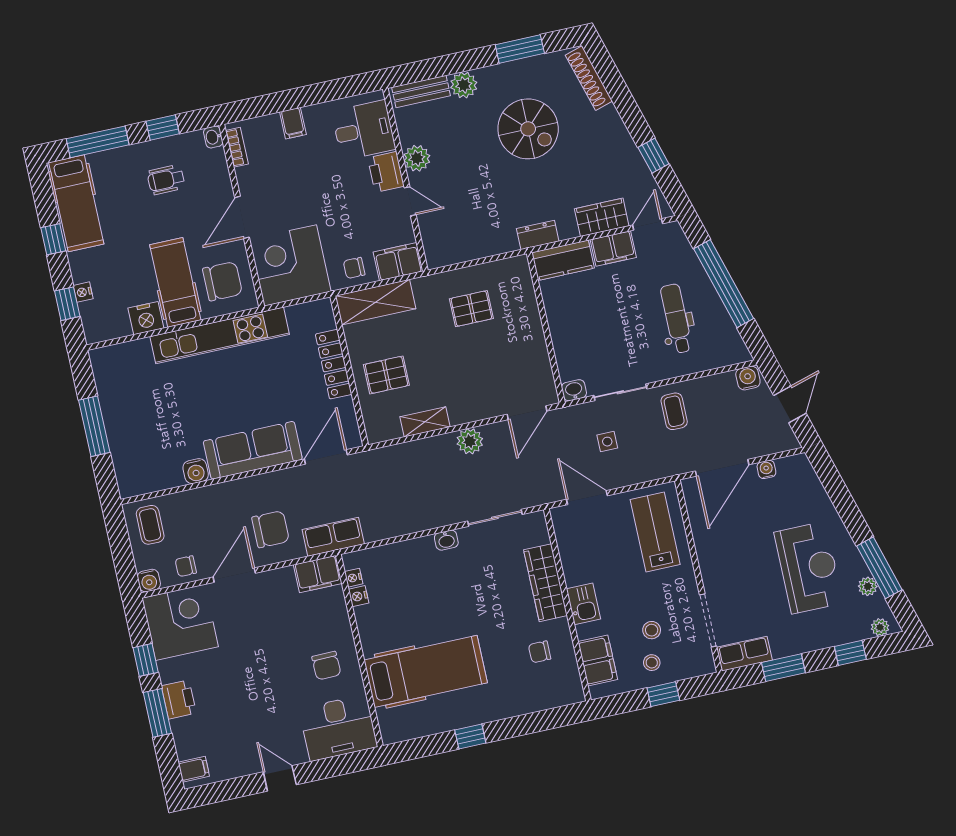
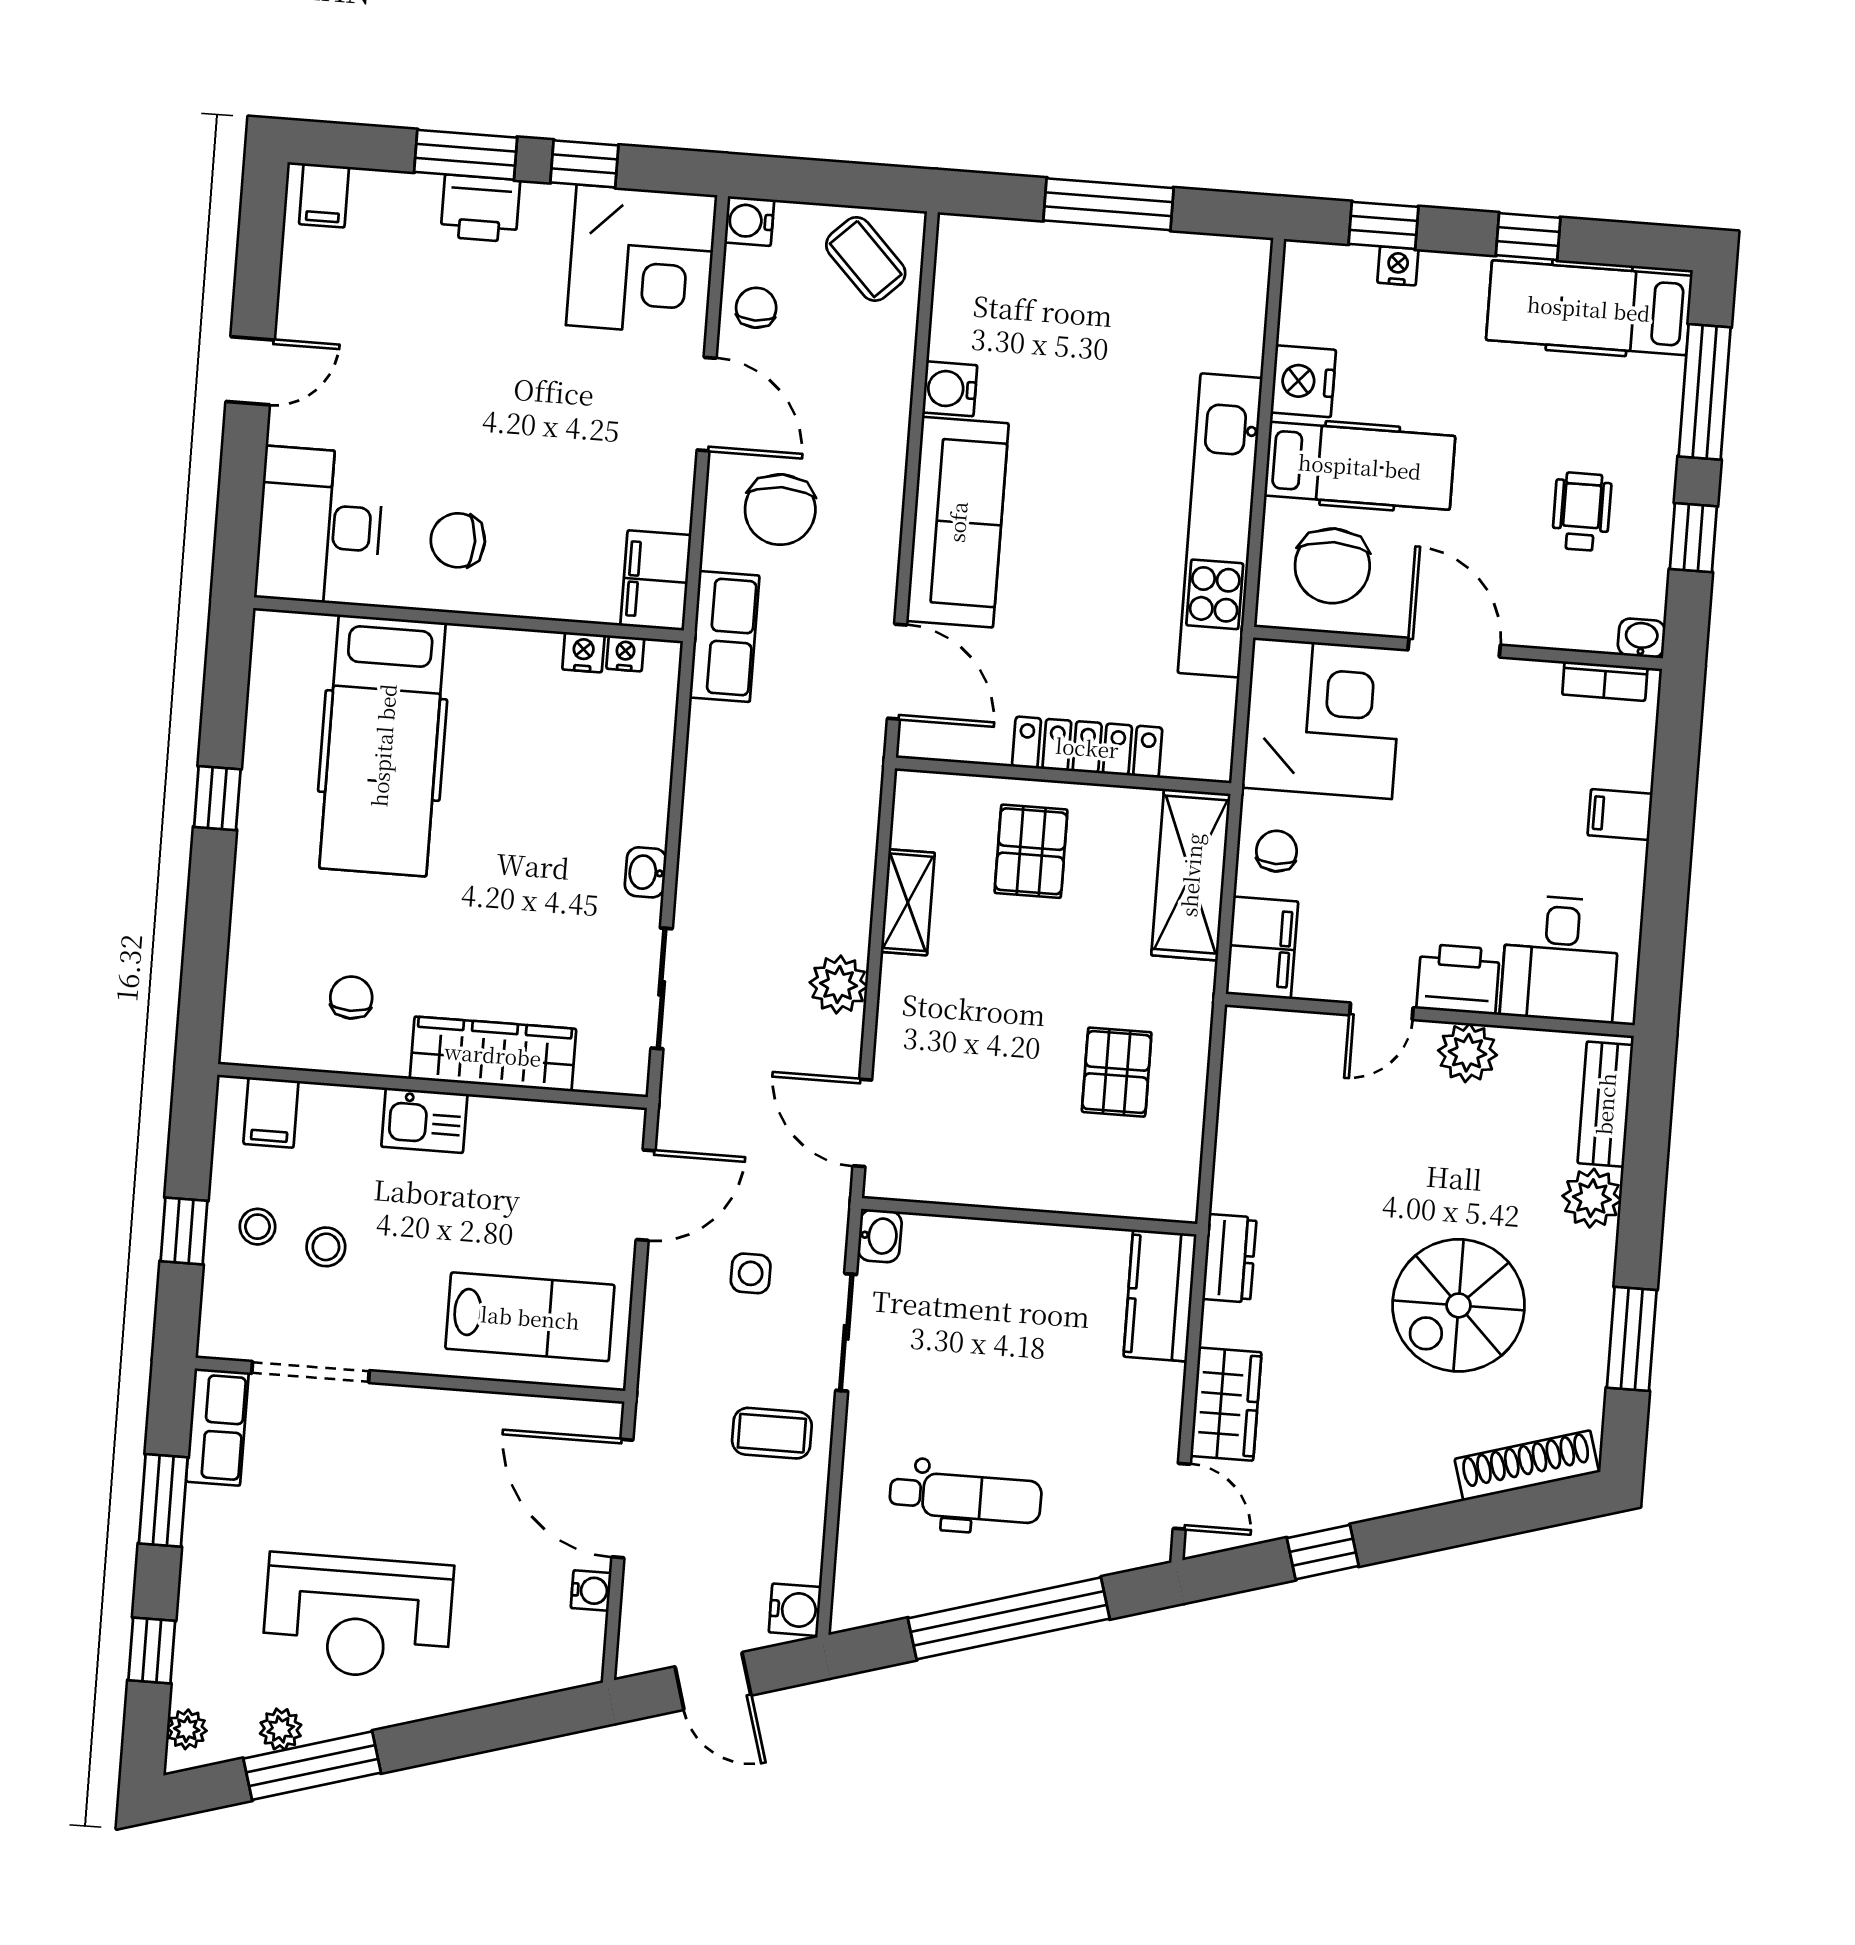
filing cabinet: (613, 248) -> (1153, 1409), removed
coffee table: (150, 525) -> (866, 259), turned 46
filing cabinet: (598, 661) -> (271, 1112), width x0.50

